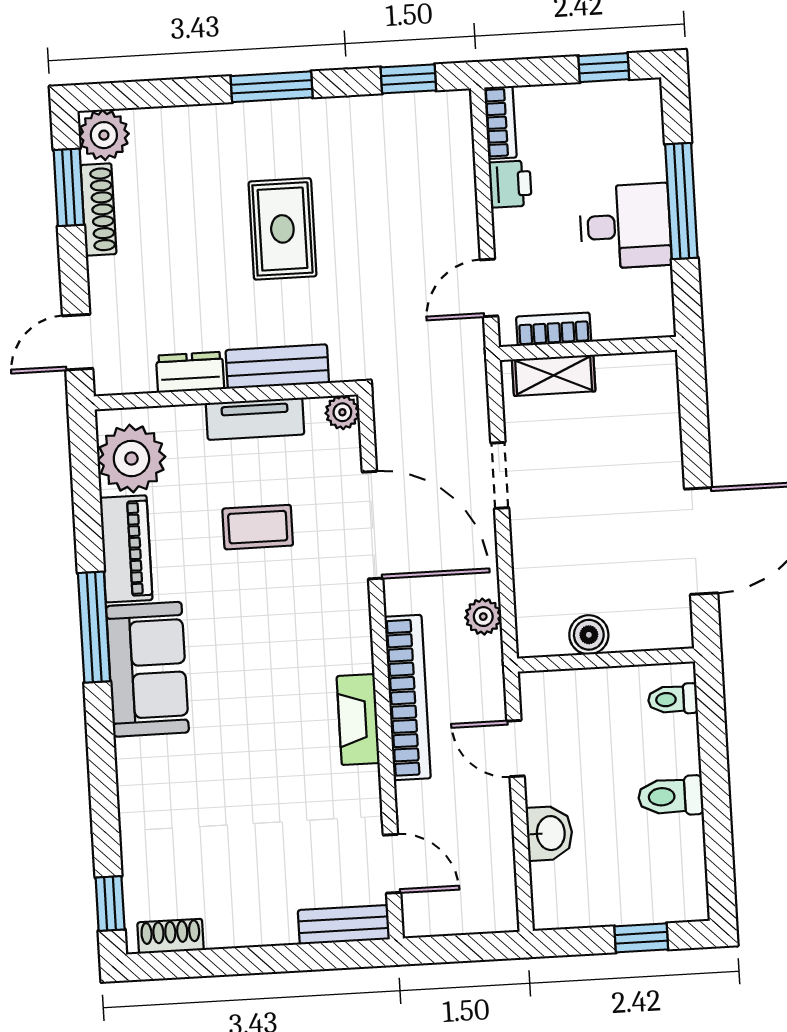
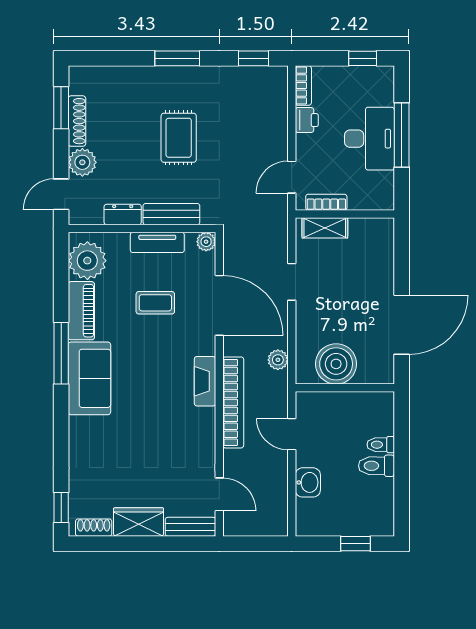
plant: (104, 135) -> (82, 162), moved
desk: (625, 226) -> (369, 139), width x1.37
boiler: (589, 635) -> (336, 364), width x1.86, depth x1.86
toilet: (673, 699) -> (381, 445), moved
fireplace: (358, 720) -> (205, 381), moved
wardrobe: (250, 921) -> (139, 522), added

